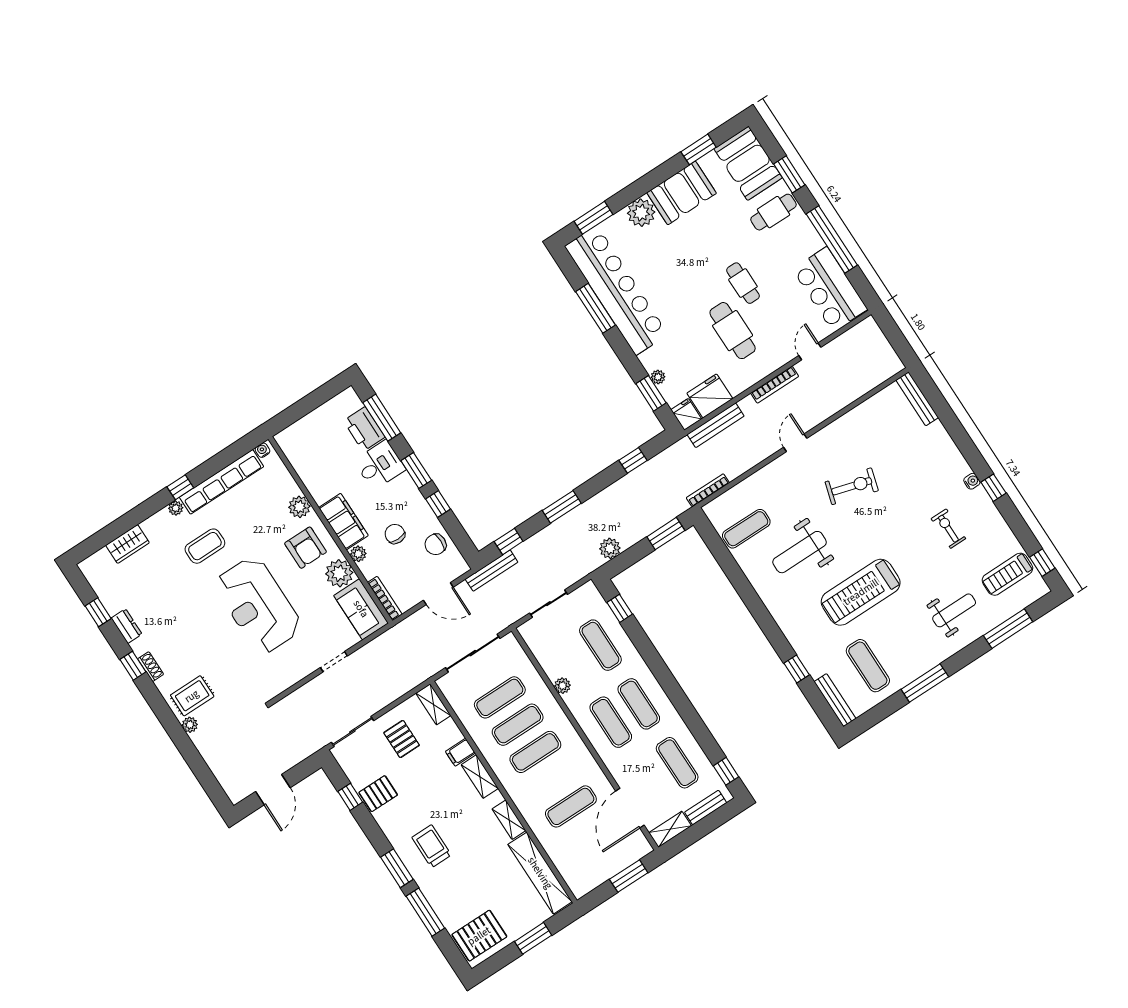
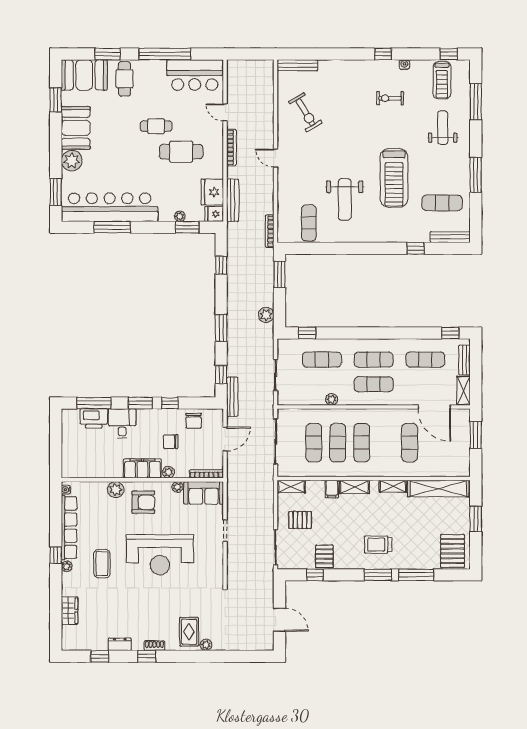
water cooler: (972, 481) -> (404, 65), moved
exercise bike: (852, 486) -> (305, 112), moved, turned 133
plant: (339, 573) -> (177, 487), width x0.53, depth x0.53

